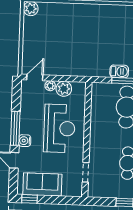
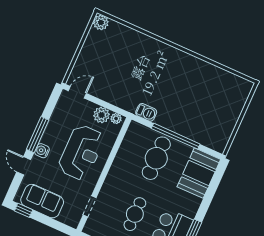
barbecue: (119, 71) -> (146, 112), moved
plant: (50, 86) -> (116, 119), moved

